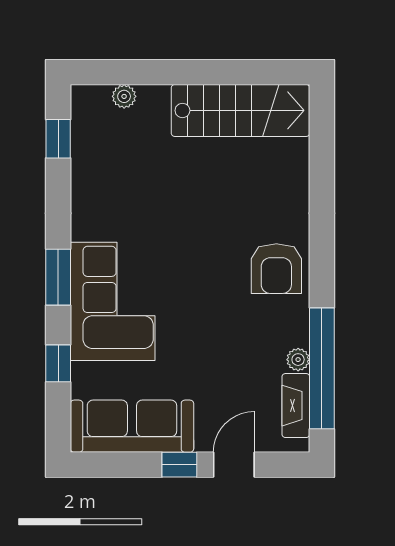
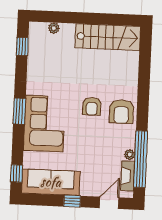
armchair: (213, 260) -> (92, 106), added
window: (58, 363) -> (17, 173), moved
door: (234, 465) -> (109, 203), moved

